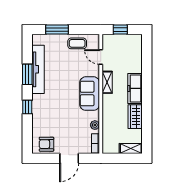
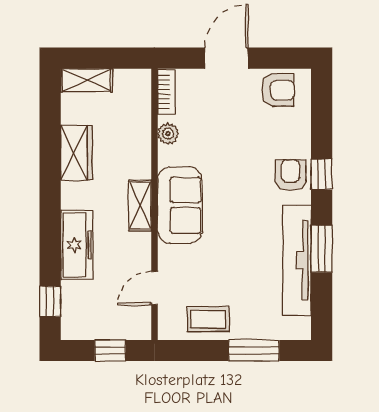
window: (147, 51) -> (50, 301), added
door: (101, 57) -> (154, 288), swing flipped
shelving: (107, 82) -> (140, 205), moved
freezer: (135, 88) -> (77, 245), moved
armchair: (41, 107) -> (290, 175), added

